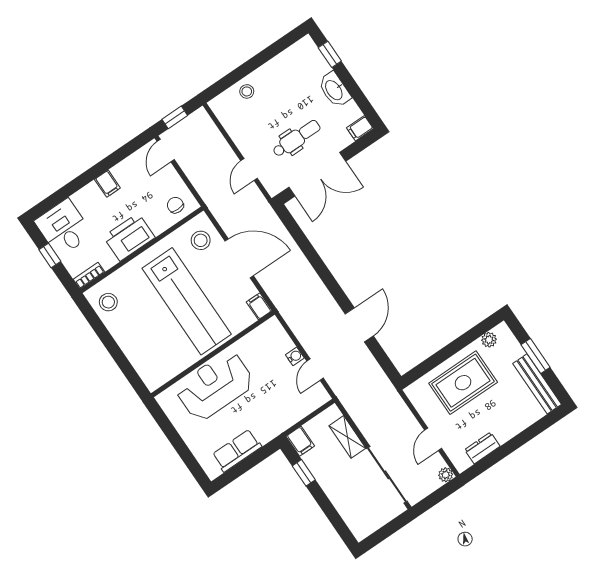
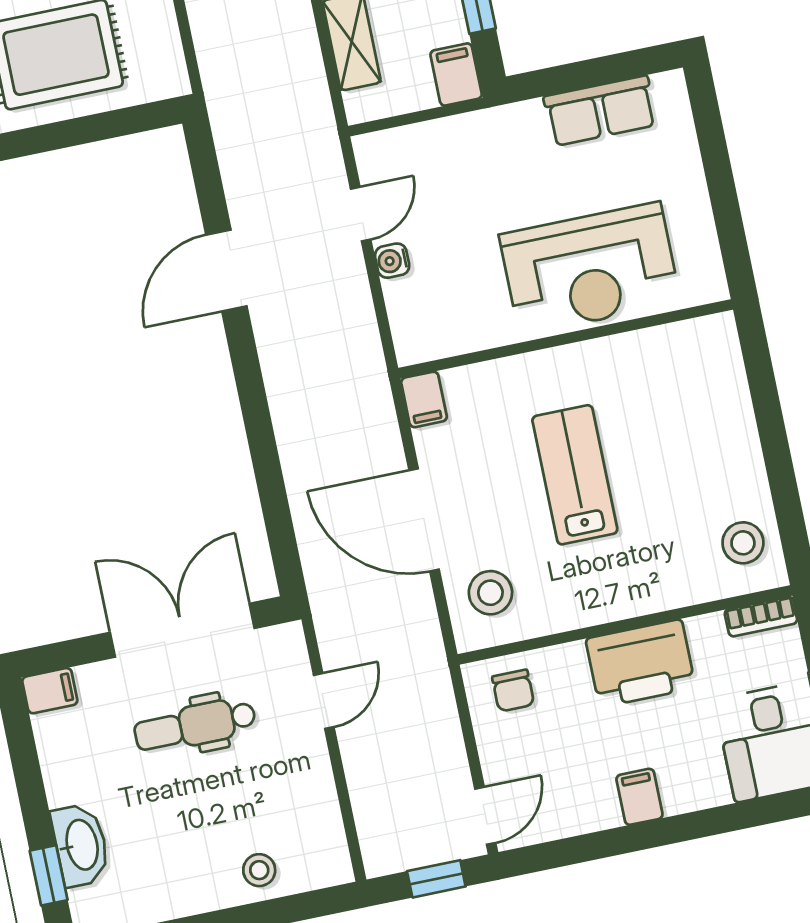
washbasin: (334, 90) -> (81, 845), moved
lab bench: (187, 301) -> (575, 475), width x0.54, depth x0.72

